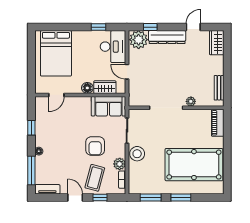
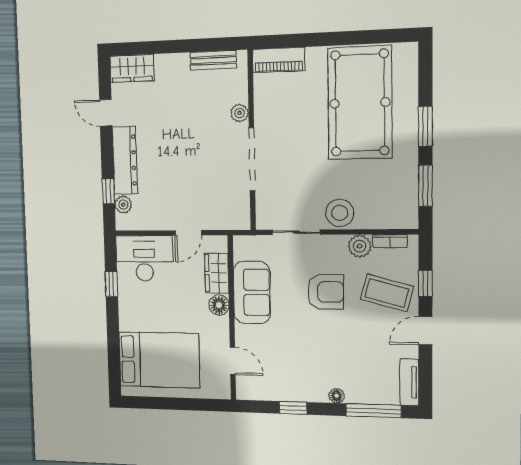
plant: (139, 40) -> (123, 205), width x0.53, depth x0.53
sofa: (108, 106) -> (252, 292), moved

